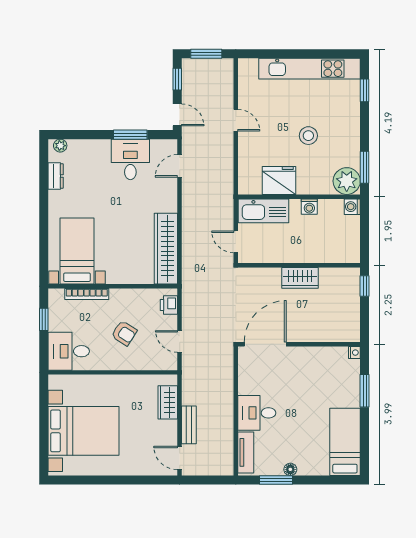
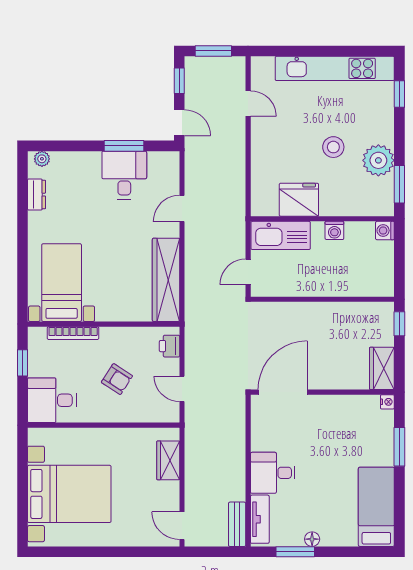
door: (236, 120) -> (248, 104), moved
door: (180, 166) -> (182, 208), moved
plant: (347, 181) -> (378, 160), moved
door: (236, 242) -> (248, 272), hinge flipped
wardrobe: (300, 278) -> (382, 368), moved, turned 90
bench: (189, 425) -> (237, 524), moved

